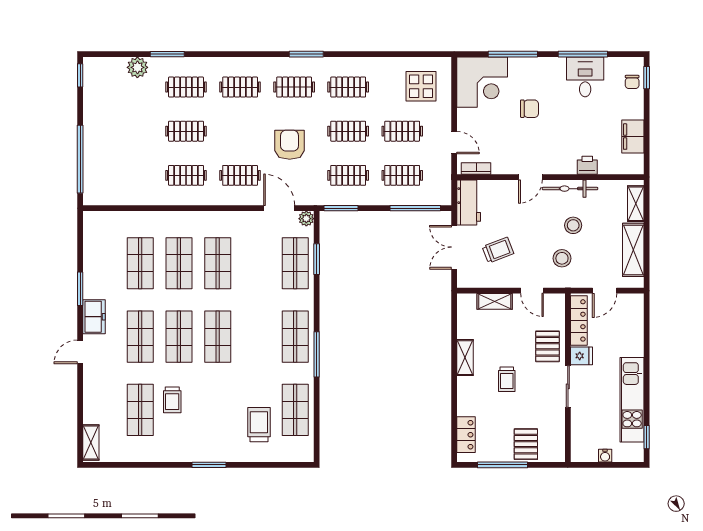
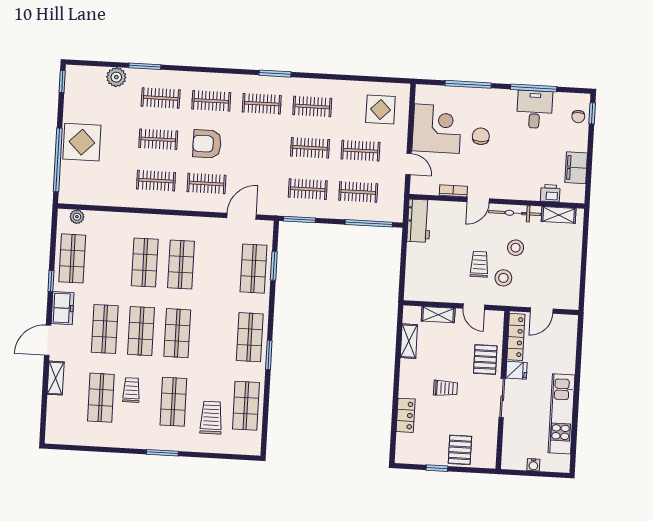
corner desk: (482, 82) -> (437, 129), moved, turned -90
chair: (529, 109) -> (481, 136), turned -90
display table: (105, 139) -> (82, 142), added
armchair: (290, 145) -> (207, 144), moved, turned -90
printer: (587, 165) -> (550, 193), moved
bookcase: (476, 168) -> (453, 191), moved
shelving: (636, 204) -> (559, 215), moved, turned 90
door: (279, 208) -> (242, 216), hinge flipped
plant: (306, 219) -> (77, 217), moved
double door: (454, 247) -> (403, 262), removed
trolley: (498, 250) -> (479, 264), moved, turned -69
shelving: (633, 250) -> (570, 274), removed
shop shelf: (140, 263) -> (72, 258), moved
window: (80, 289) -> (51, 281), width x0.67
door: (80, 352) -> (48, 340), width x1.38
window: (317, 354) -> (269, 355), width x0.69
shelving: (465, 358) -> (409, 341), moved
trolley: (507, 379) -> (445, 388), turned -90
trolley: (172, 400) -> (131, 390), turned 180
shop shelf: (218, 410) -> (173, 402), added
locker: (466, 435) -> (406, 415), moved
window: (647, 437) -> (573, 450), removed
shelving: (91, 443) -> (56, 378), moved
window: (503, 465) -> (437, 468), width x0.46

